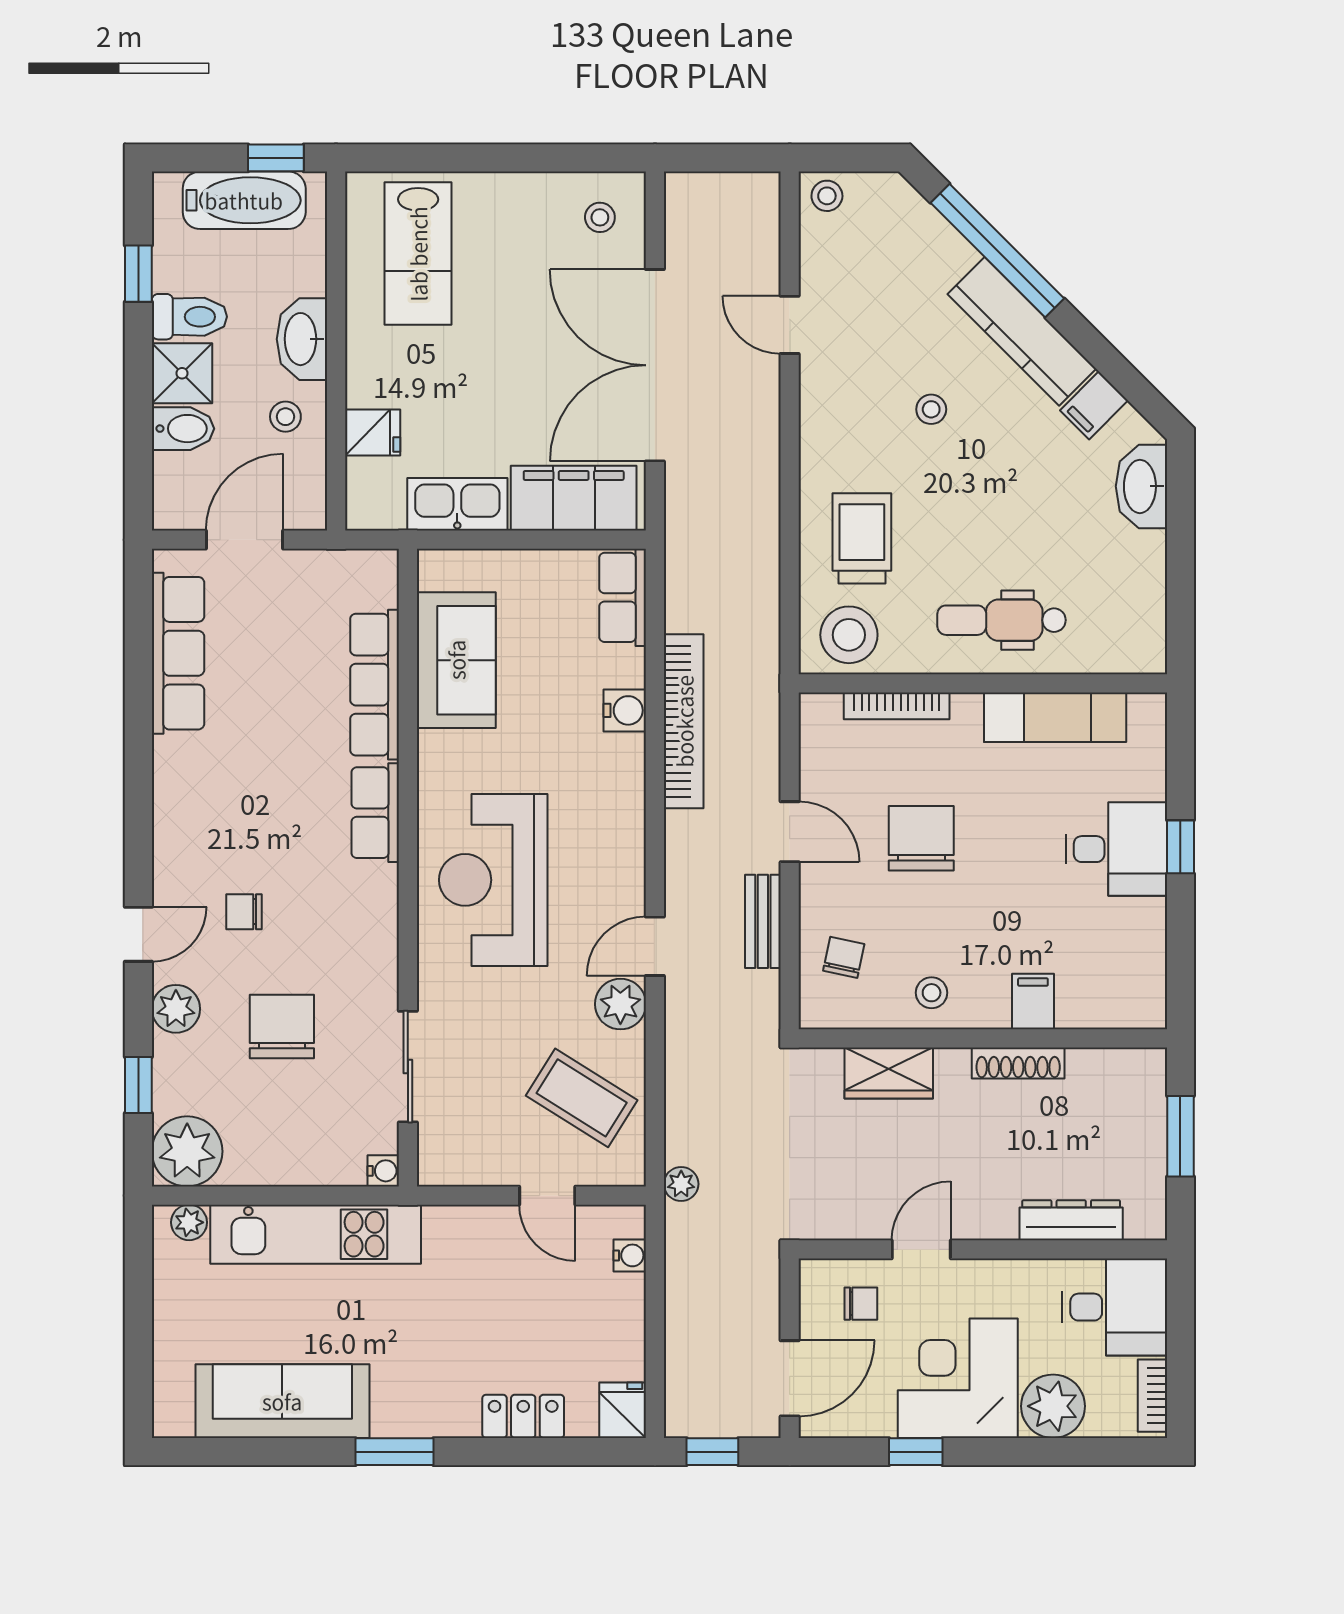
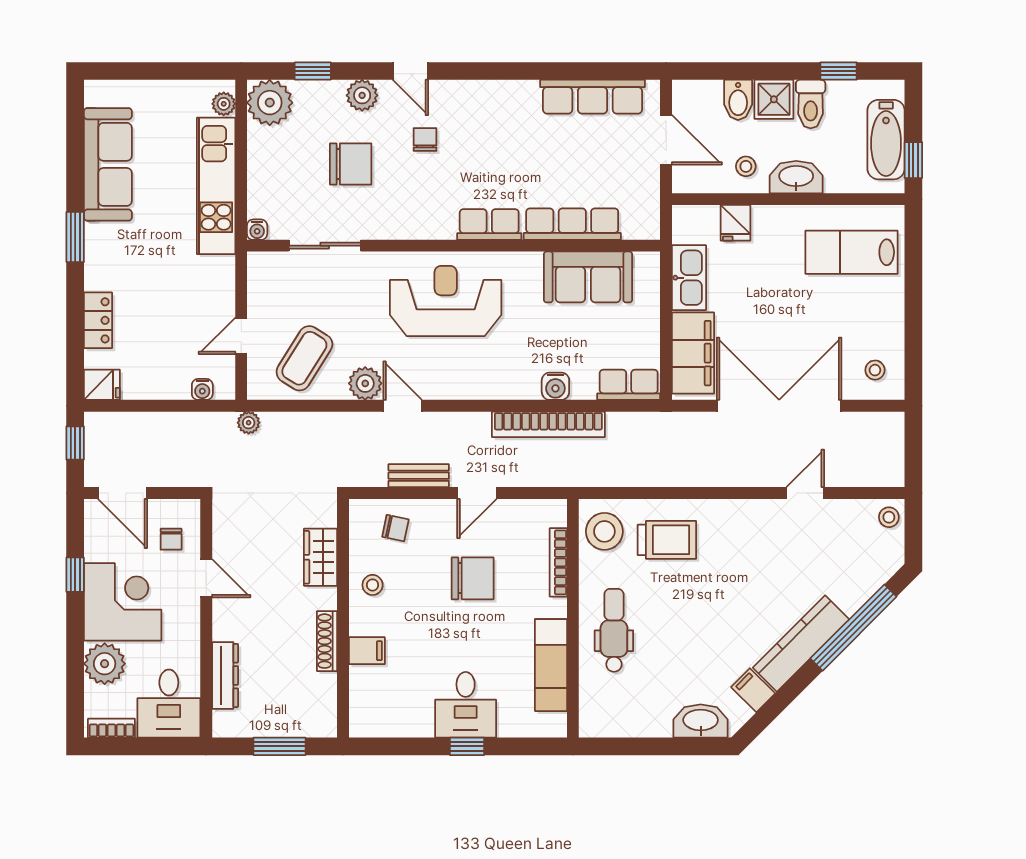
stool: (931, 409) -> (751, 585), removed

